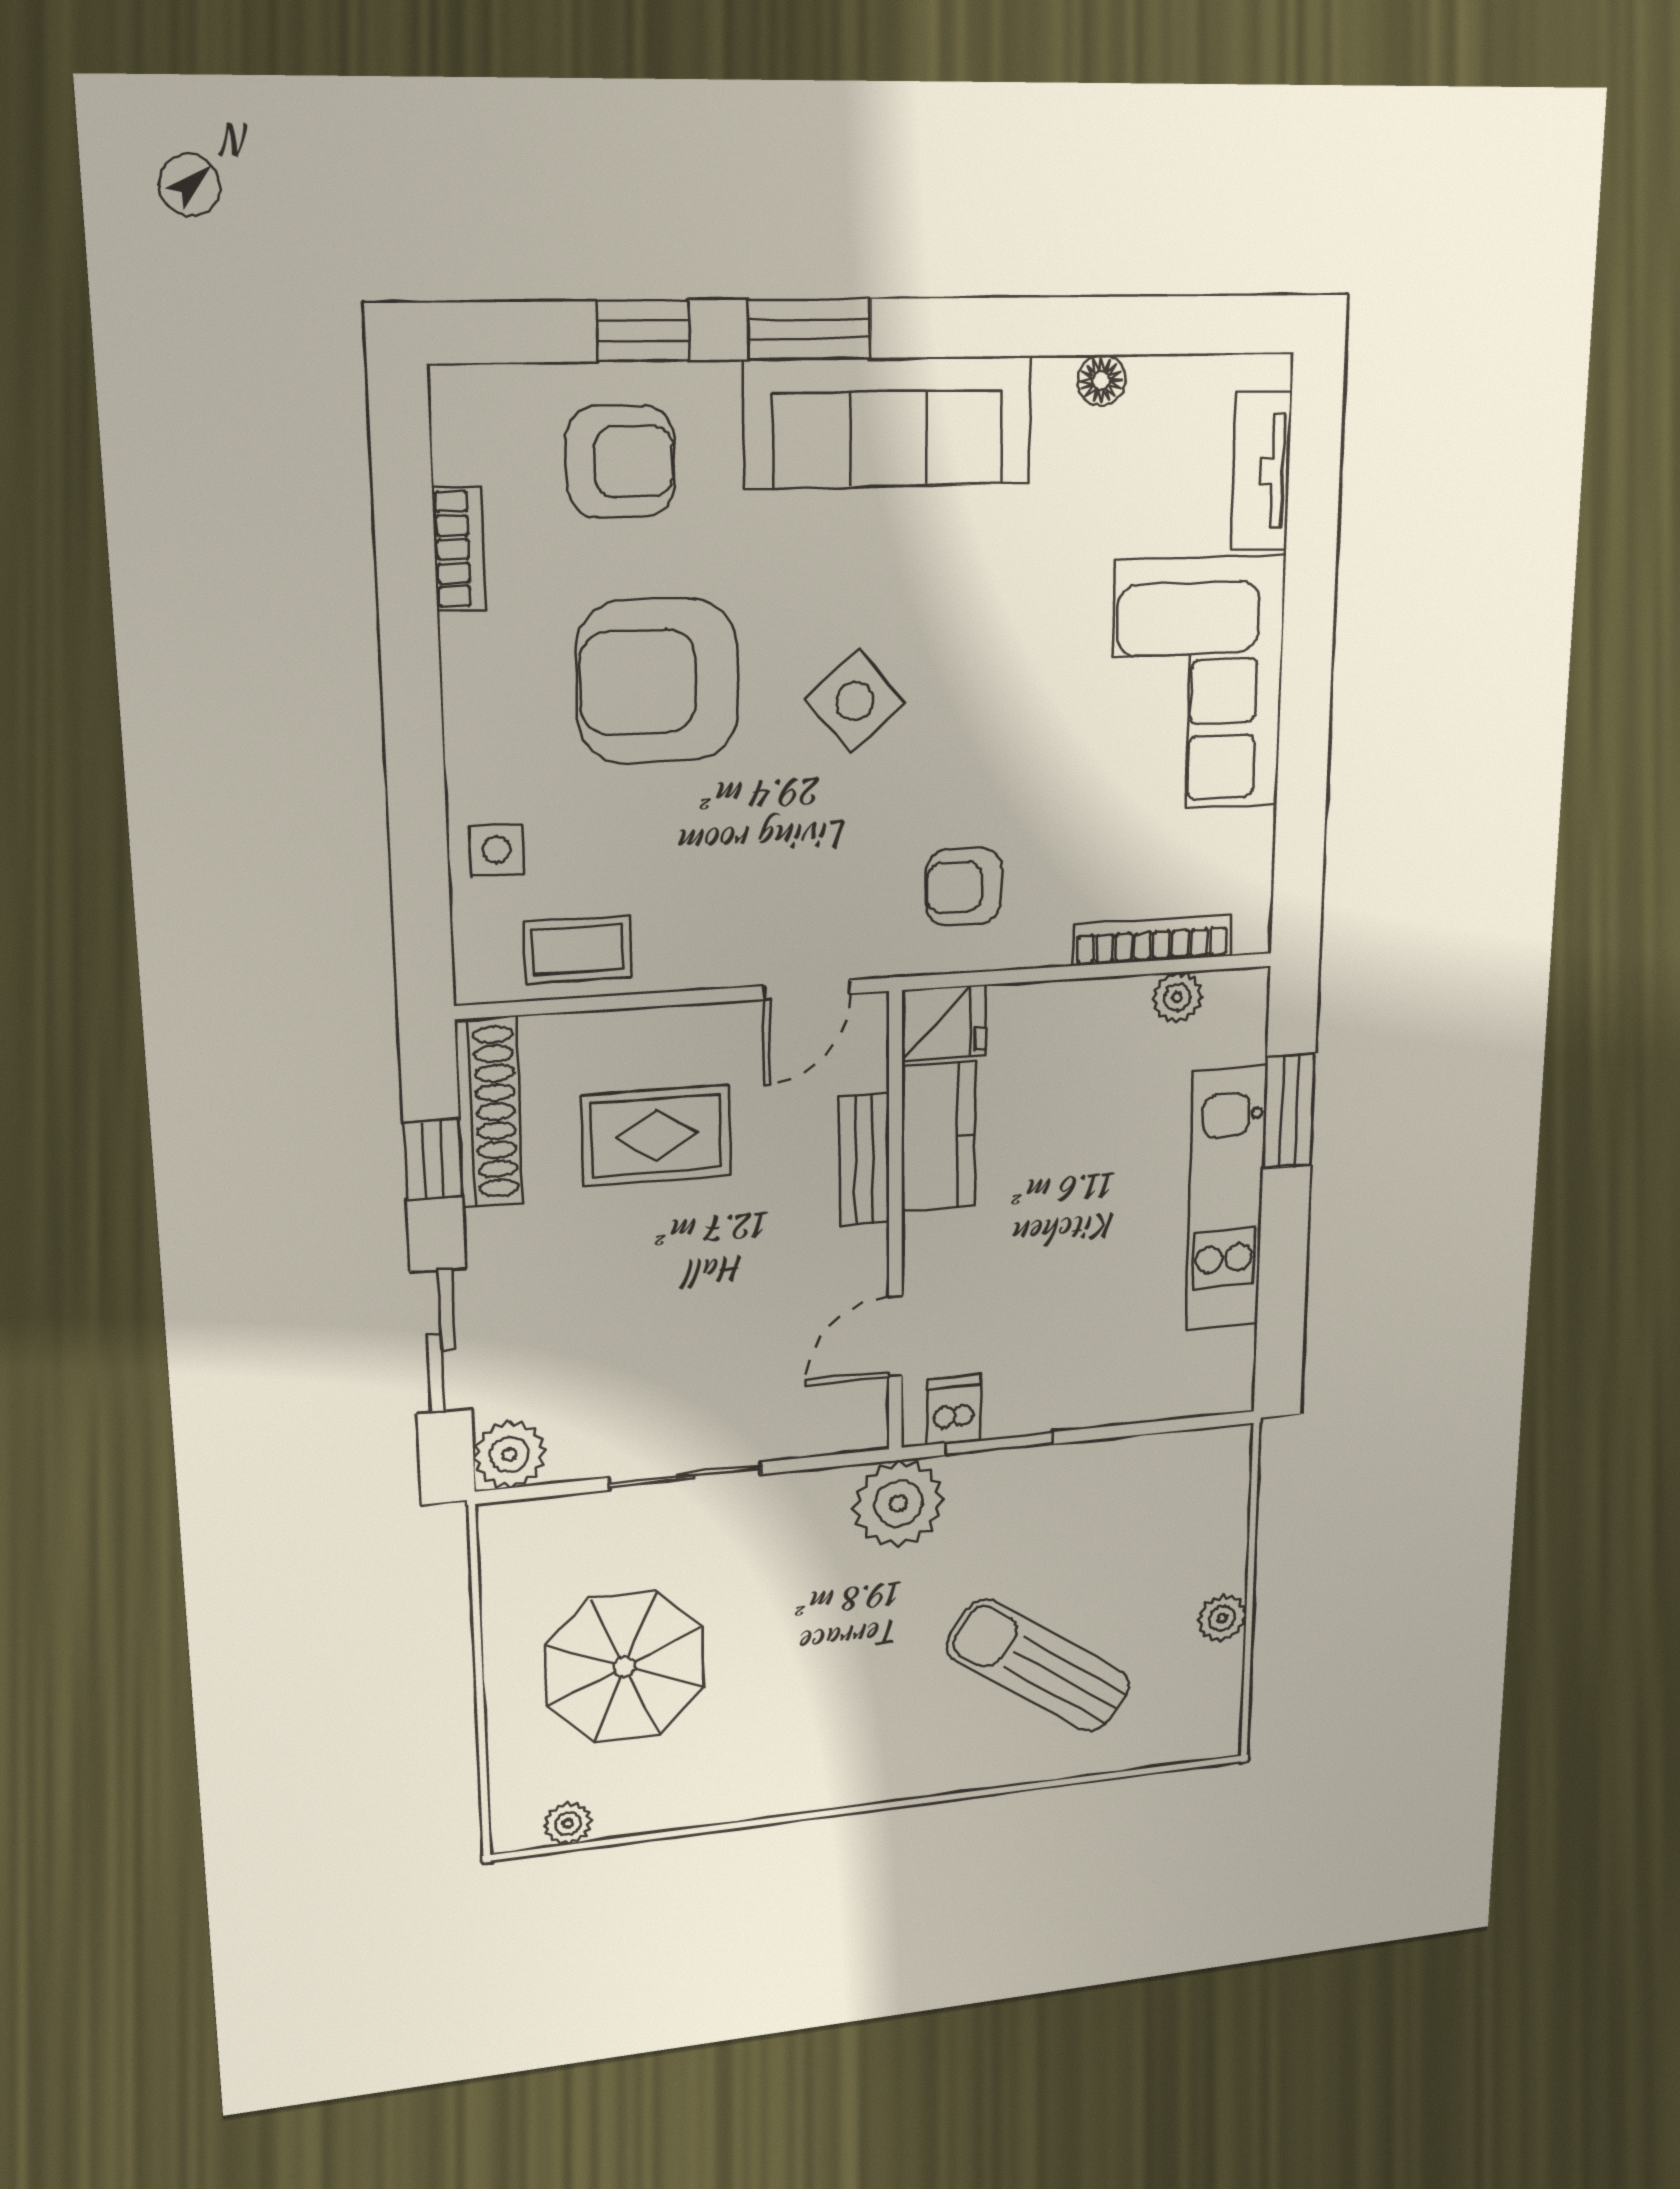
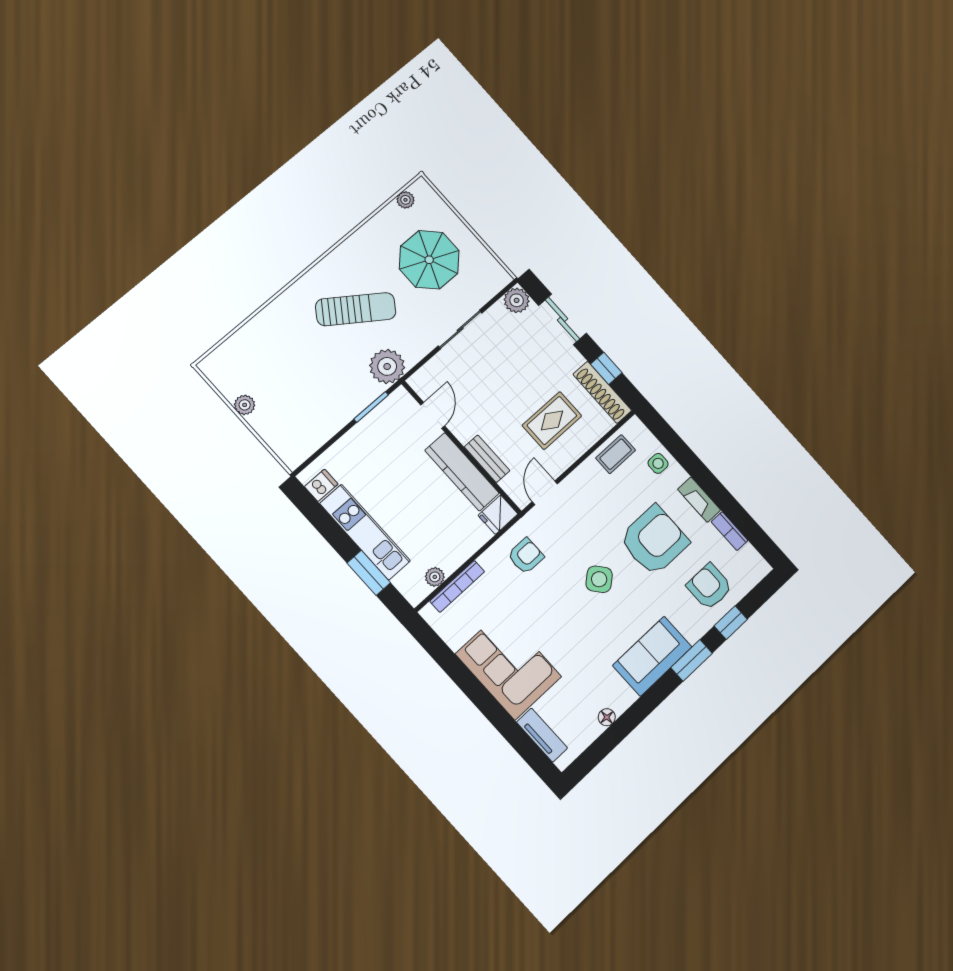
sofa: (888, 422) -> (652, 656), width x0.73
armchair: (621, 462) -> (709, 587), turned 90
fireplace: (470, 686) -> (699, 500), added
kitchen counter: (938, 1136) -> (462, 472), width x1.50
dishwasher: (954, 1410) -> (321, 485), moved, turned -90
sun lounger: (1038, 1666) -> (356, 309), moved

